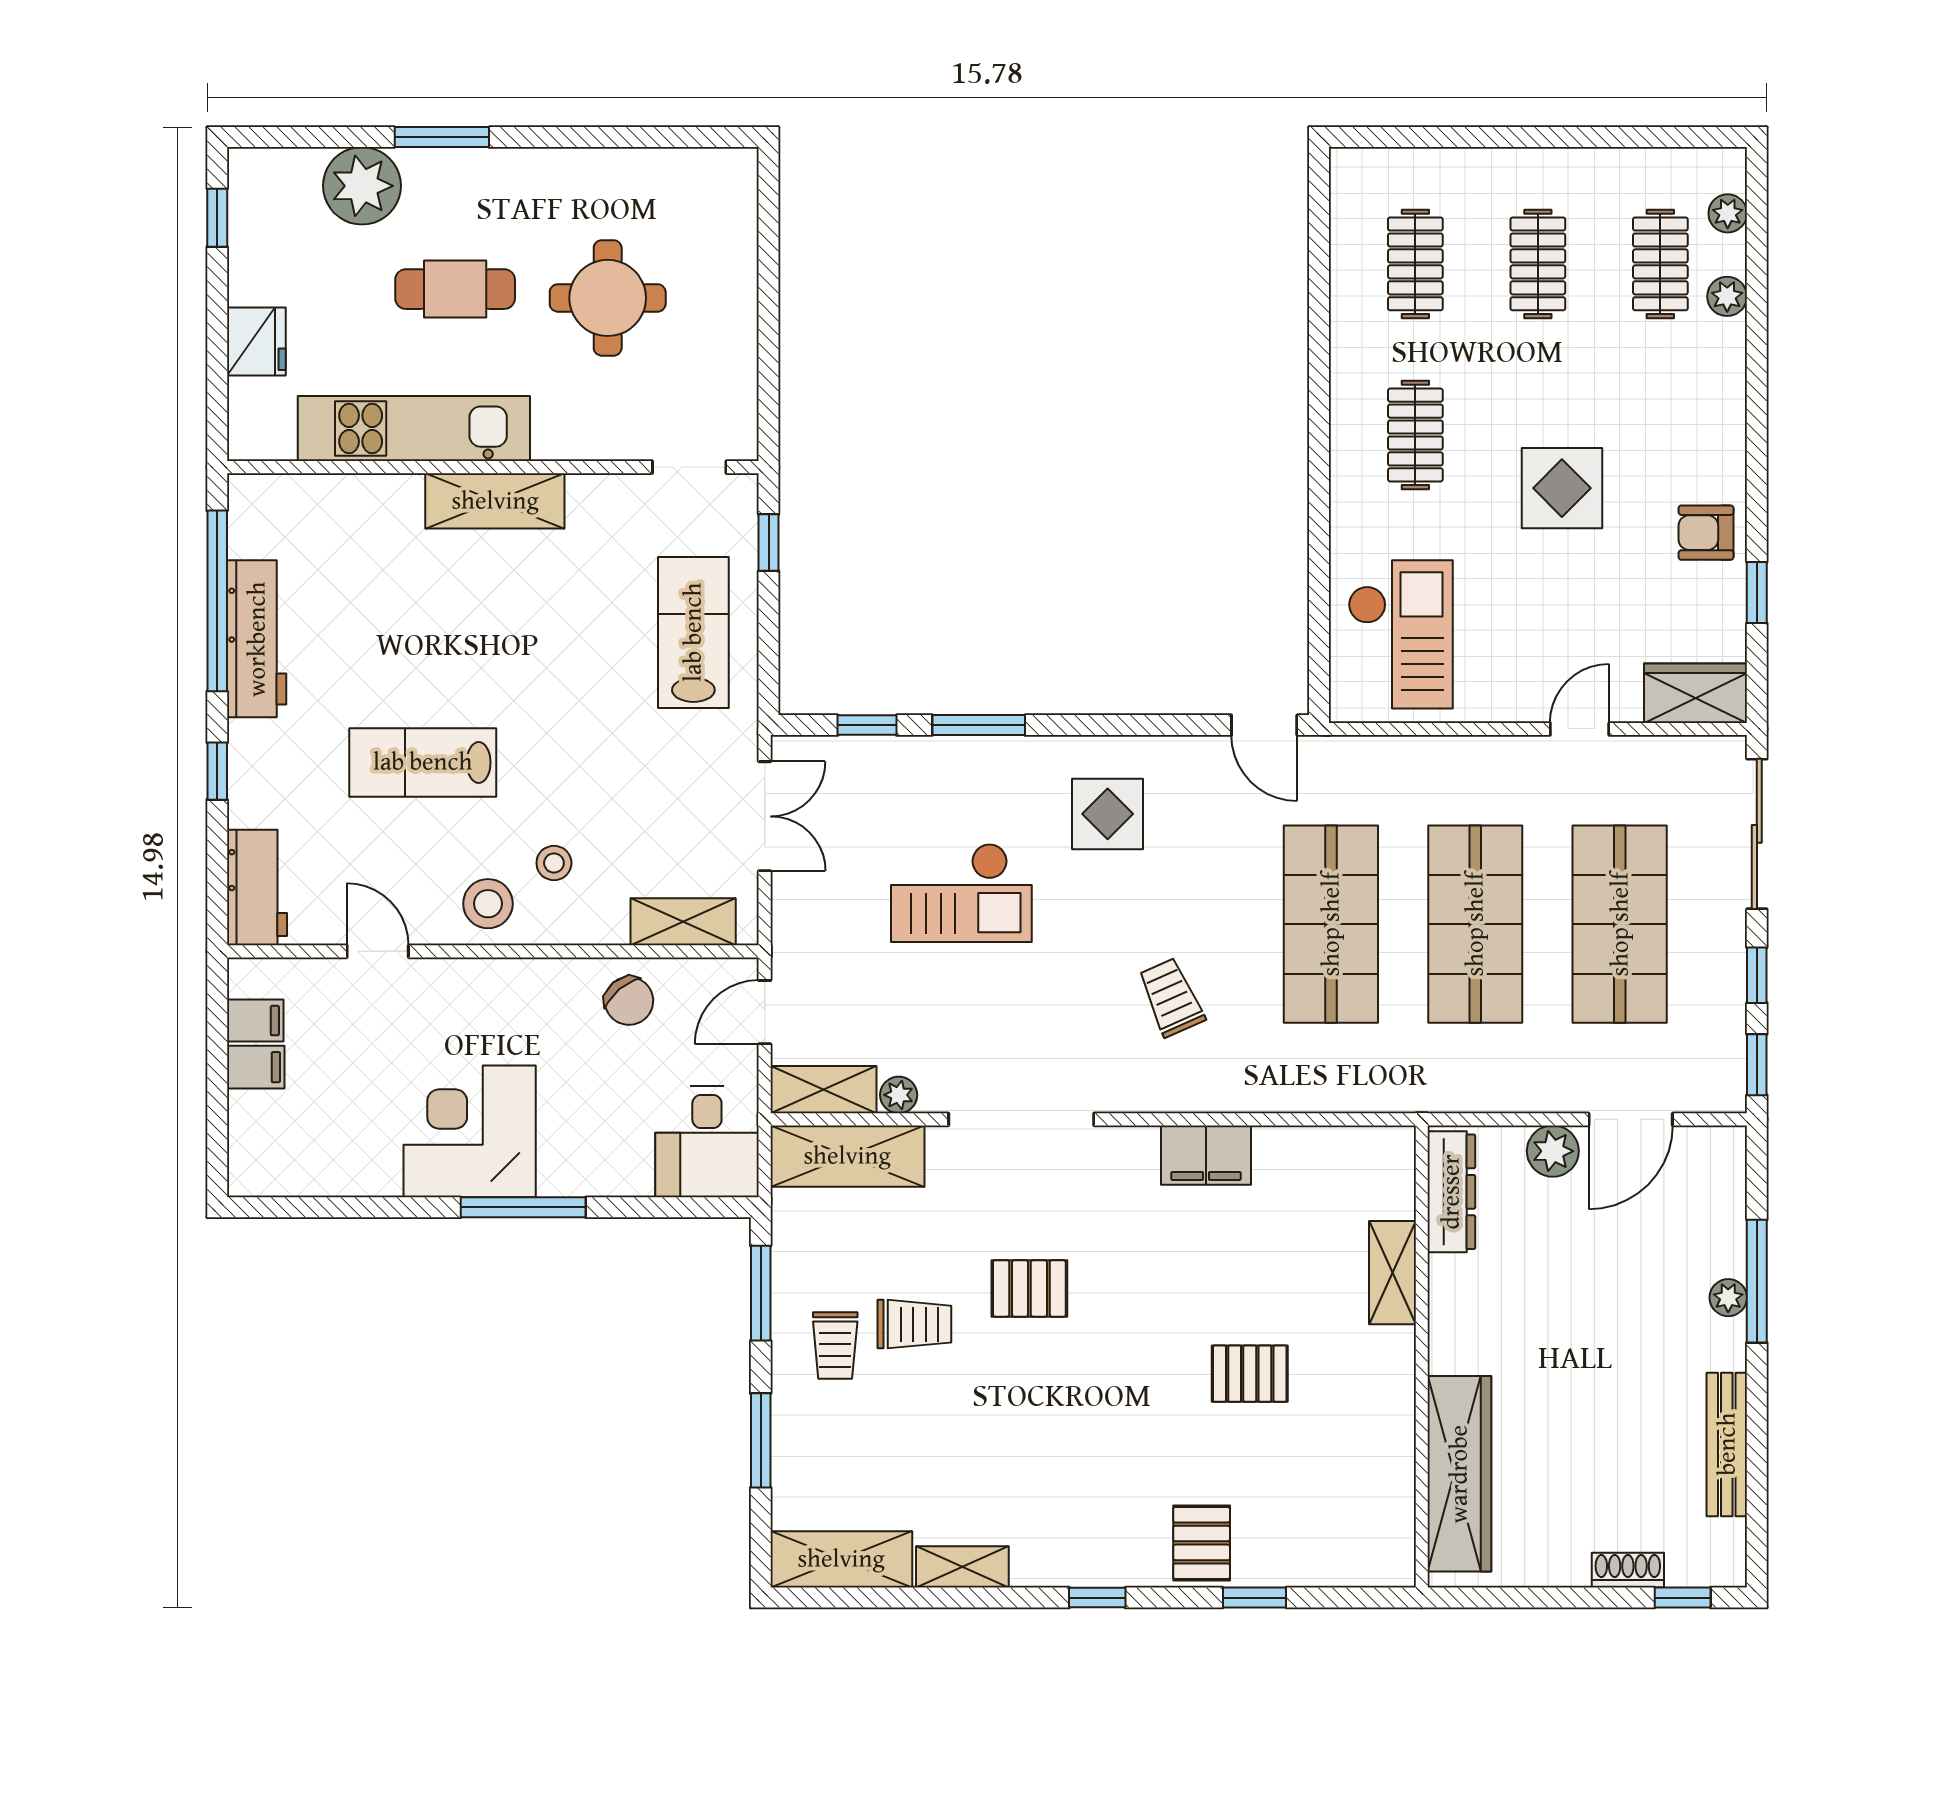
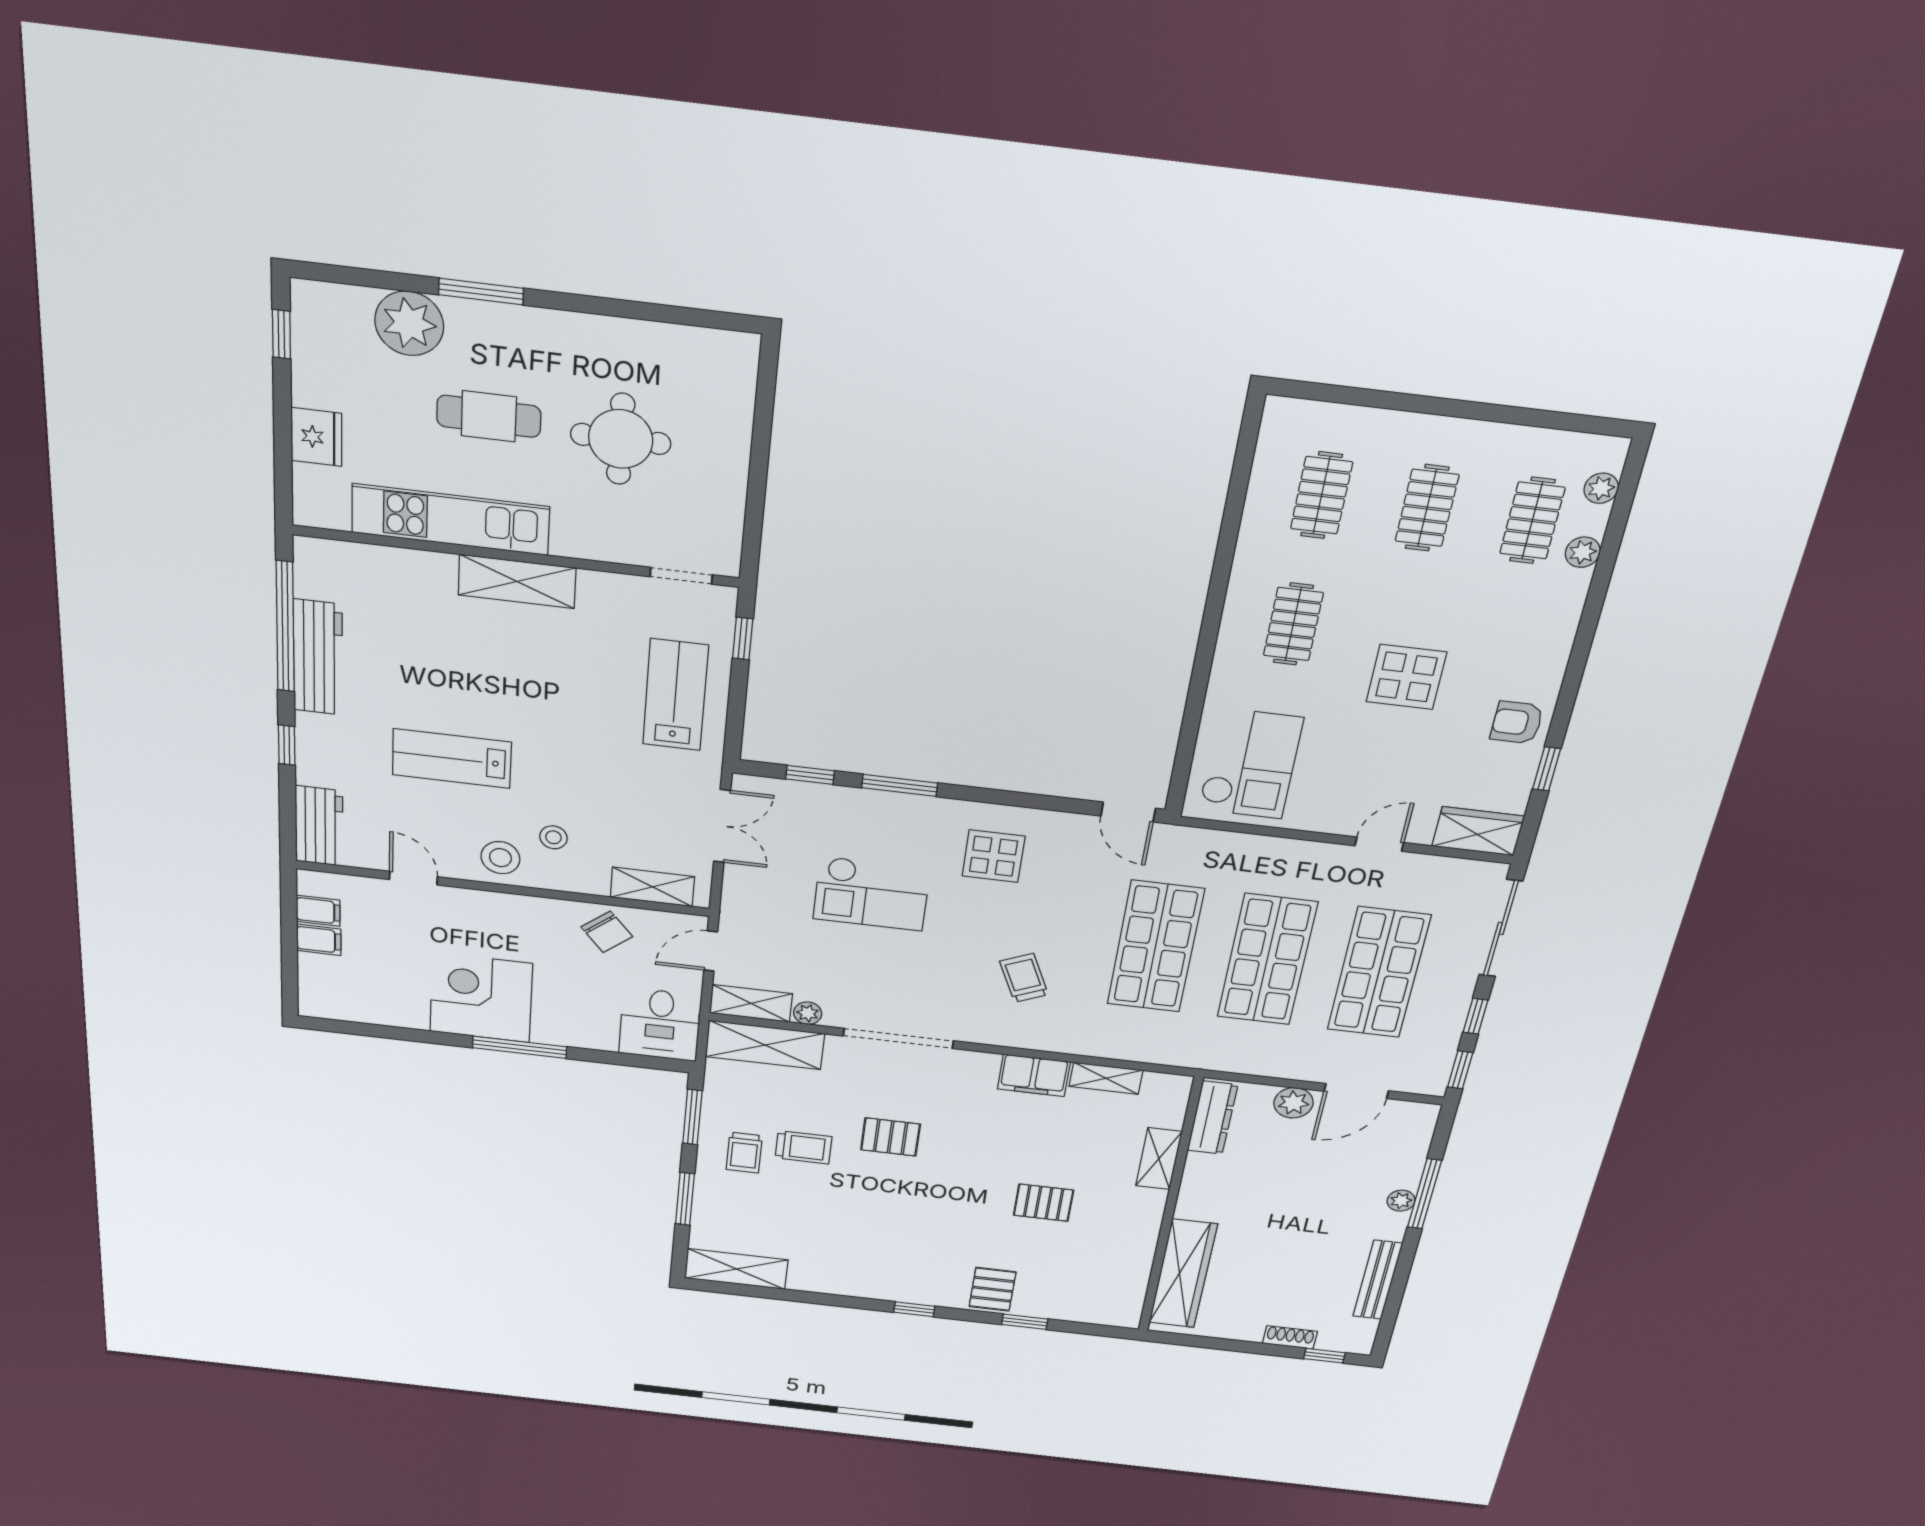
shelving: (962, 1567) -> (1106, 1078), moved

